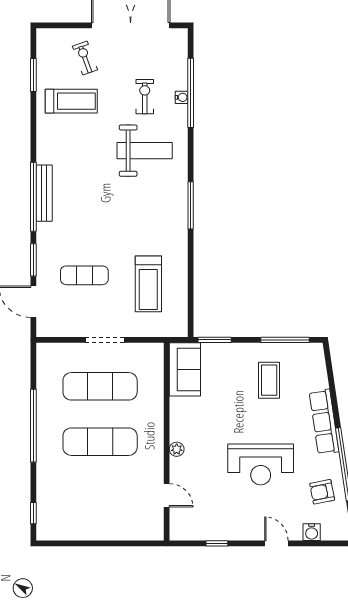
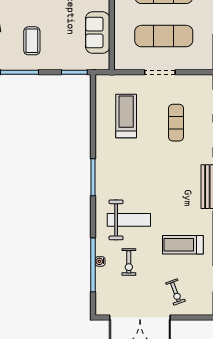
treadmill: (71, 101) -> (183, 245), moved
weight bench: (145, 151) -> (129, 220), turned 180
exercise mat: (84, 275) -> (176, 123), turned 90
sofa: (185, 369) -> (98, 33), moved

